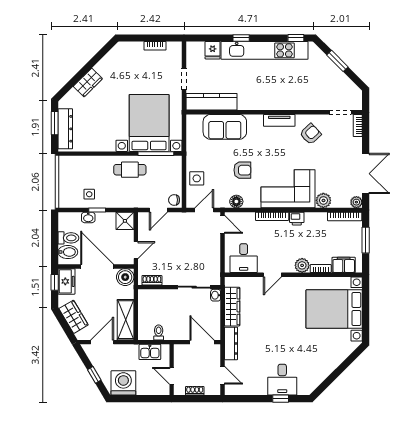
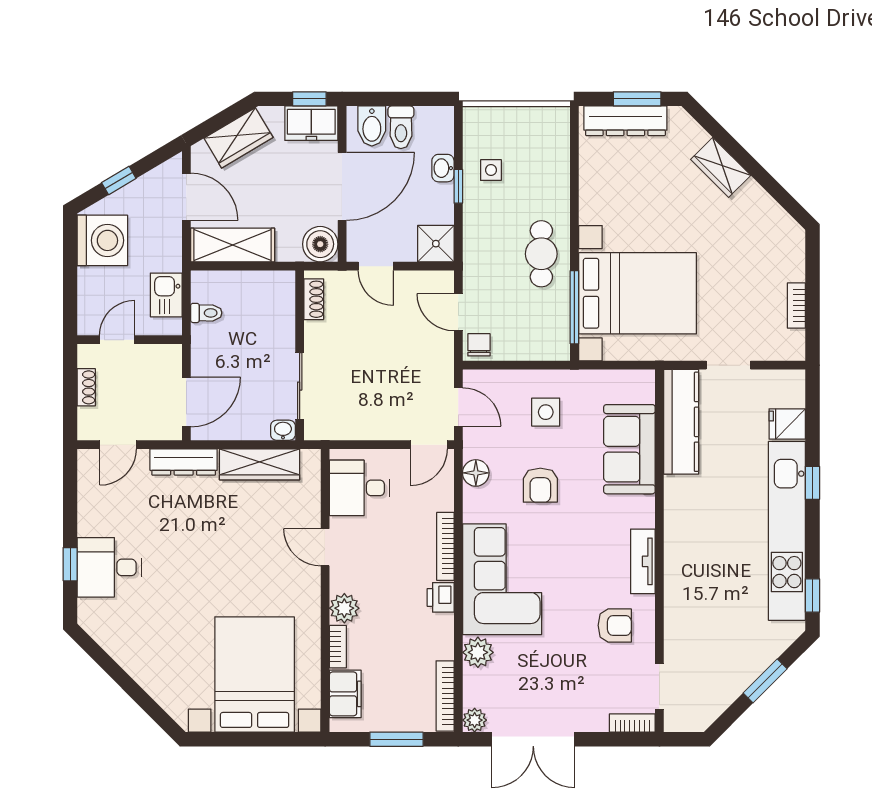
armchair: (310, 134) -> (615, 625), turned -47
side table: (197, 178) -> (546, 412), moved

